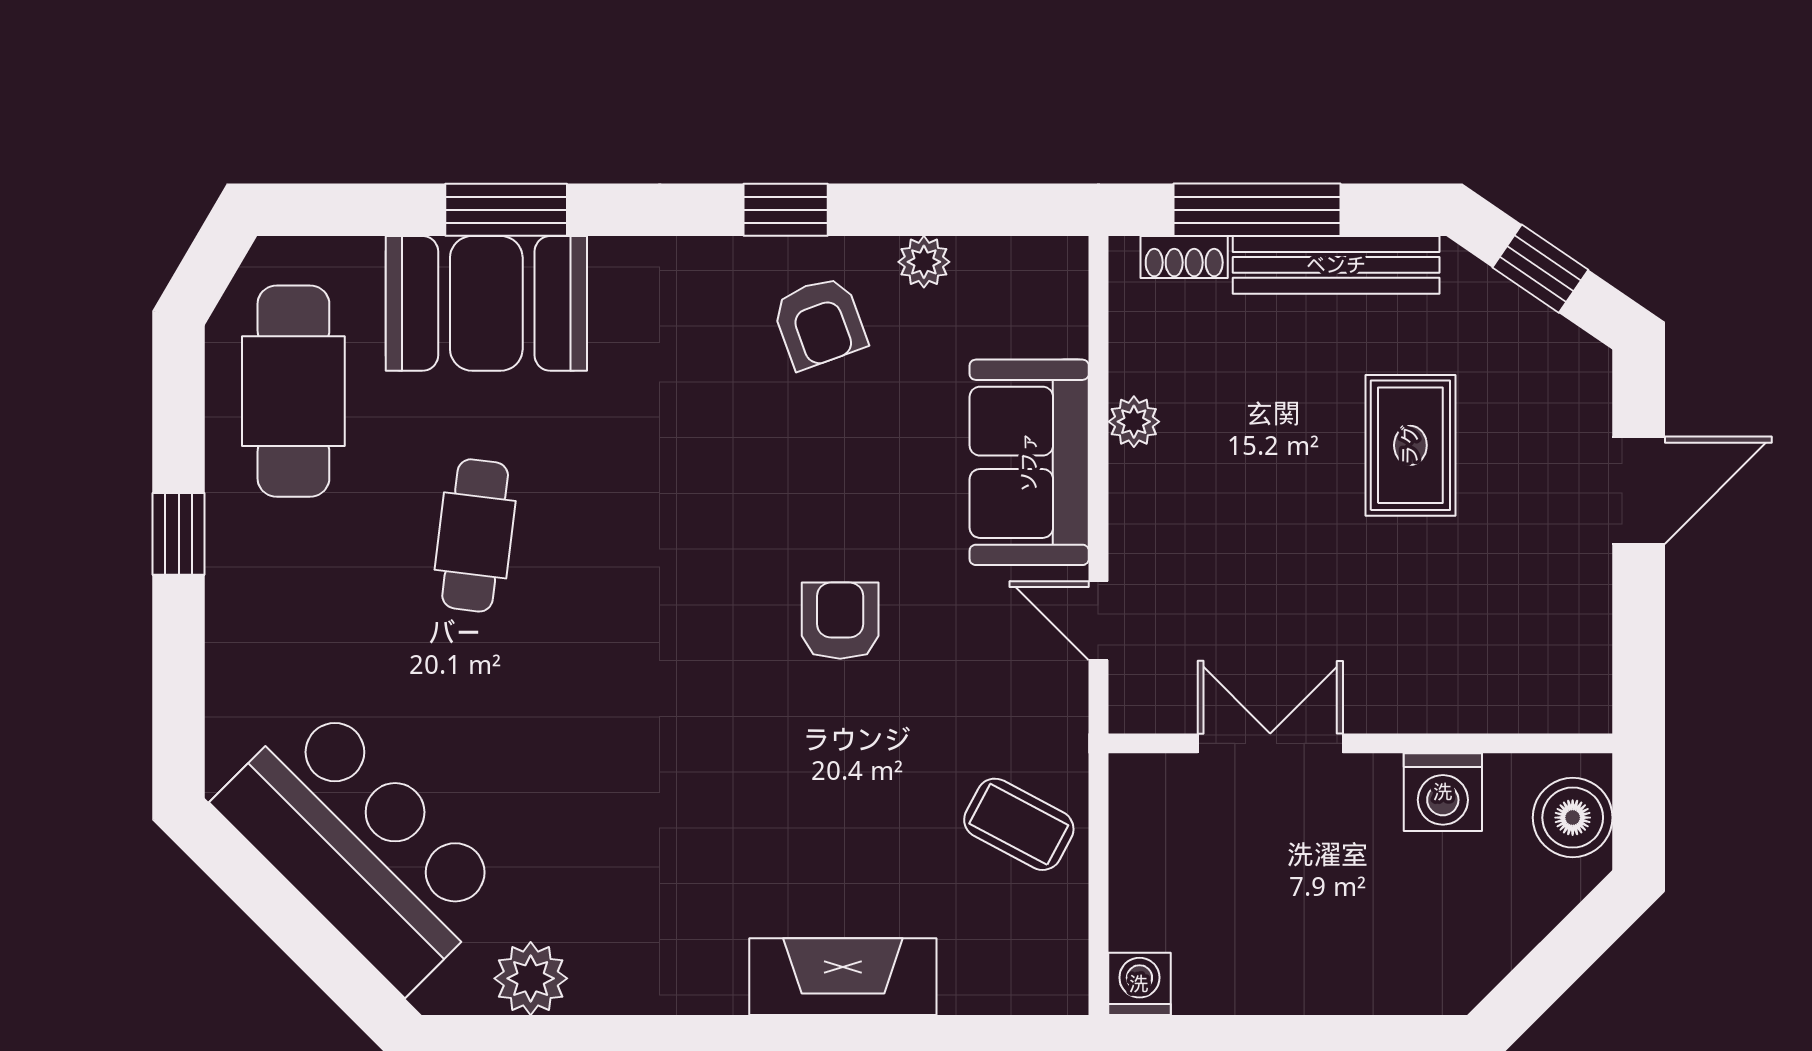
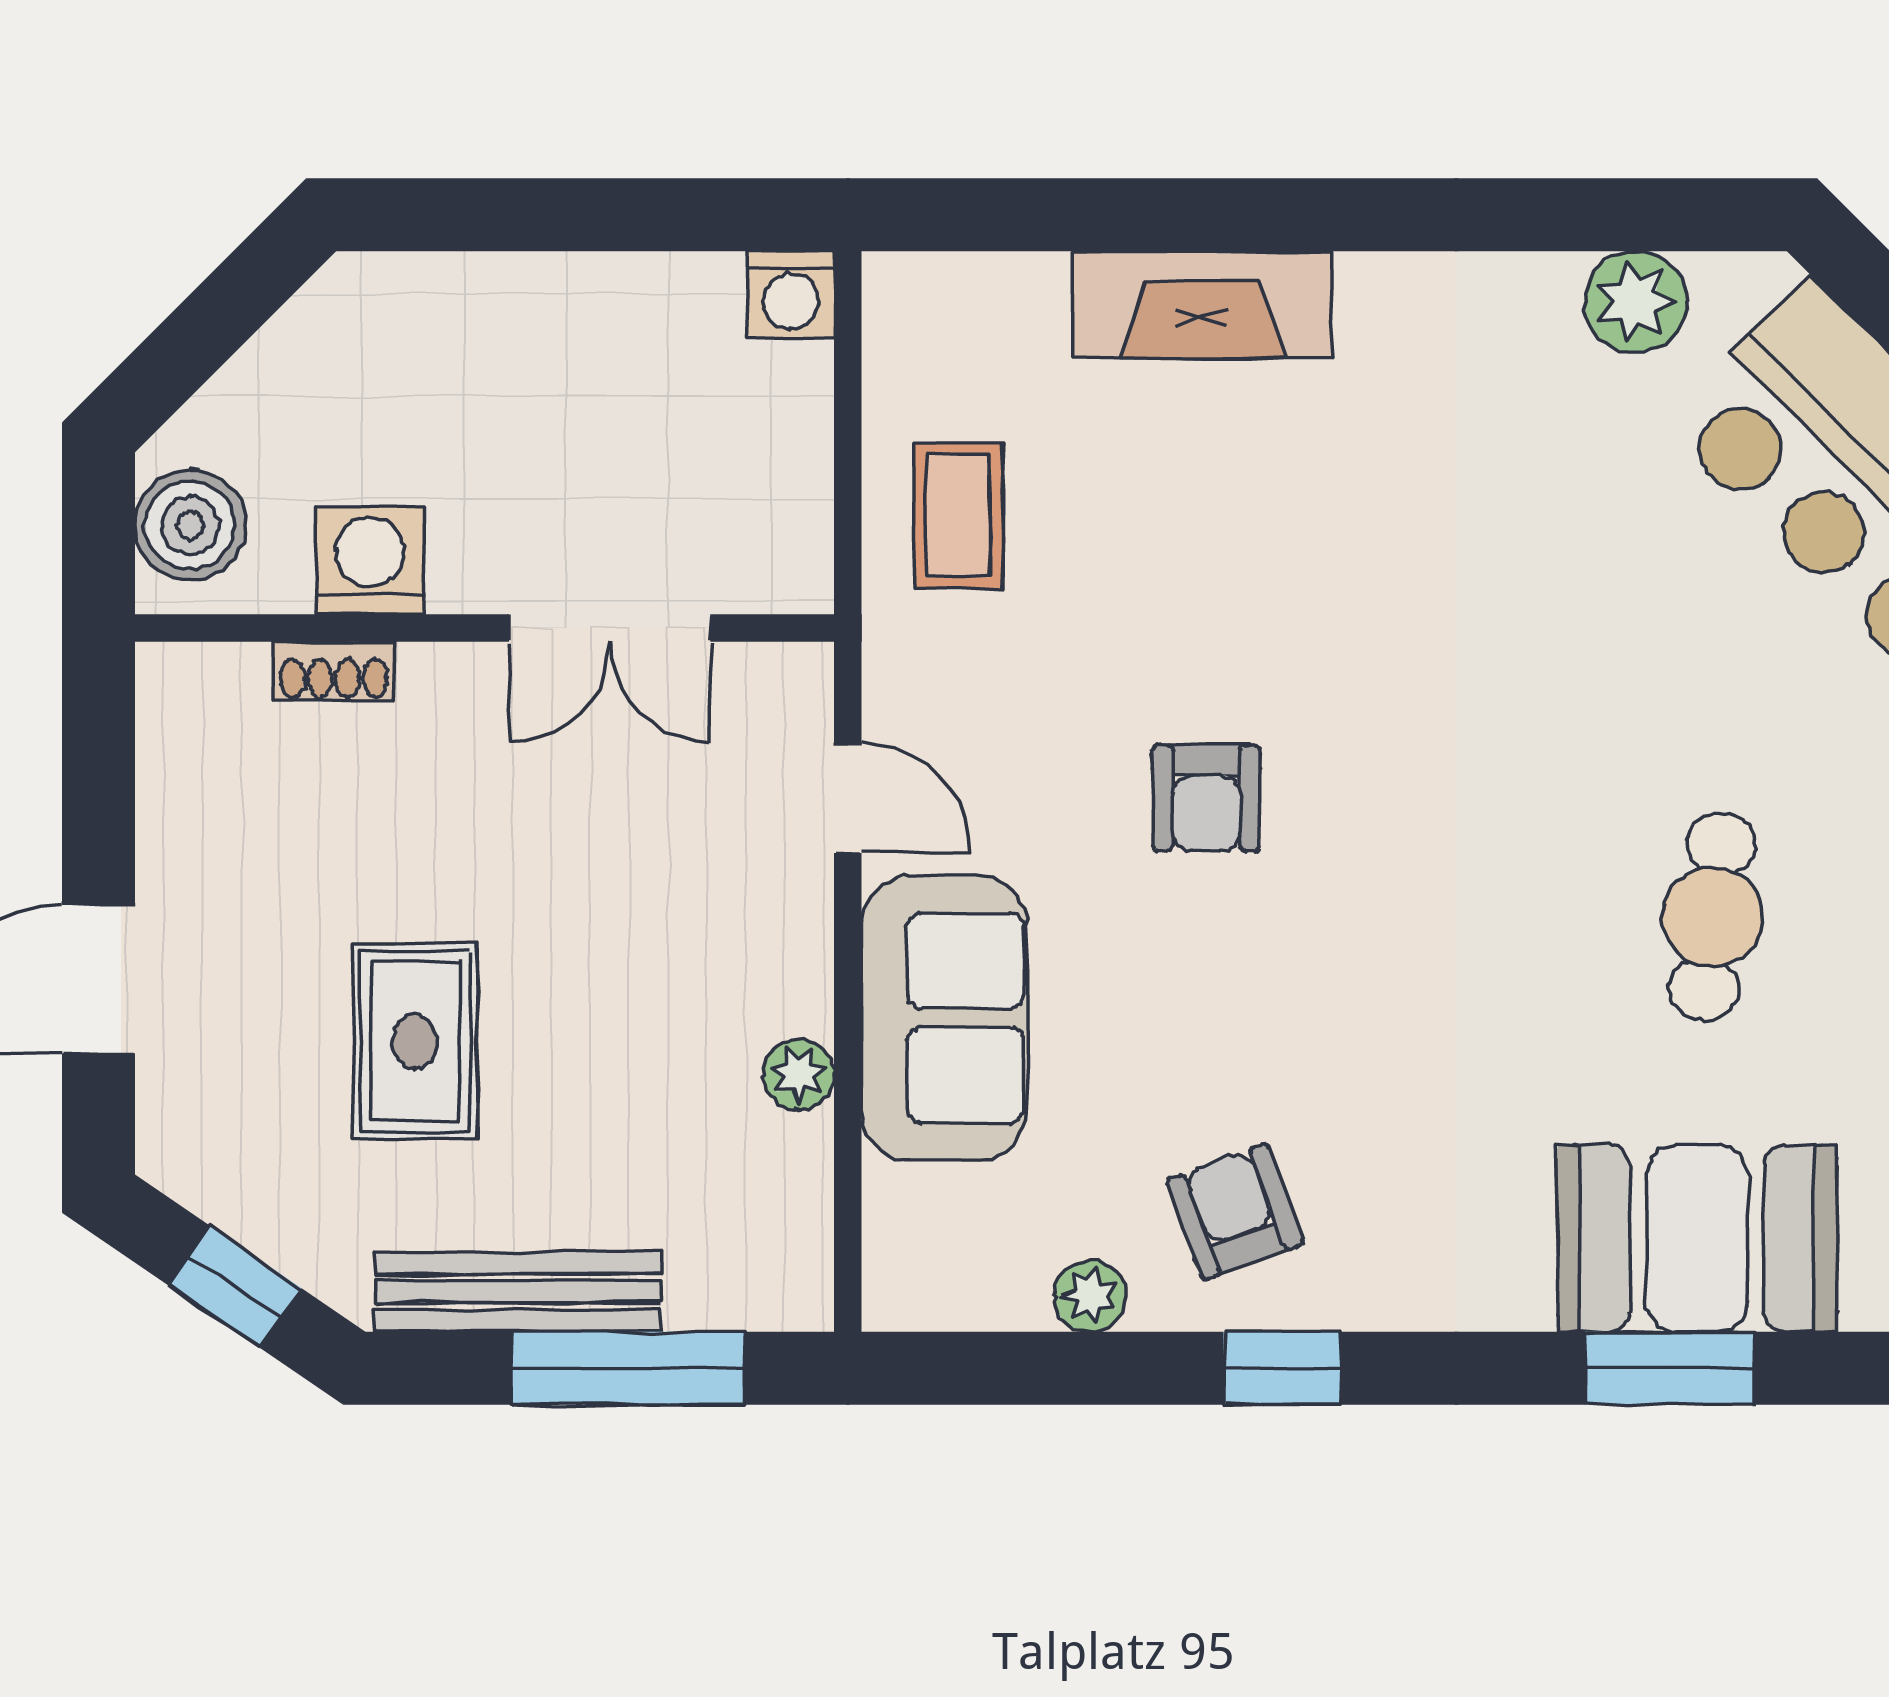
shoe rack: (1184, 257) -> (334, 671), moved, turned 180
coffee table: (1019, 824) -> (958, 516), turned 62

